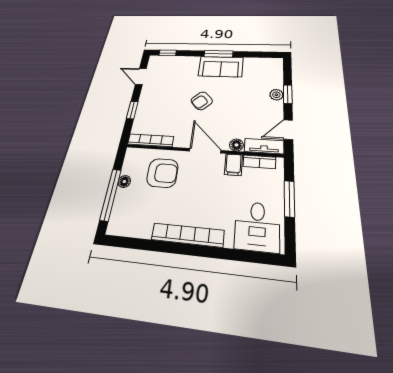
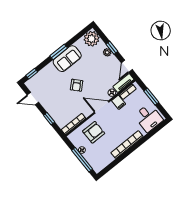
plant: (271, 67) -> (92, 39), added

